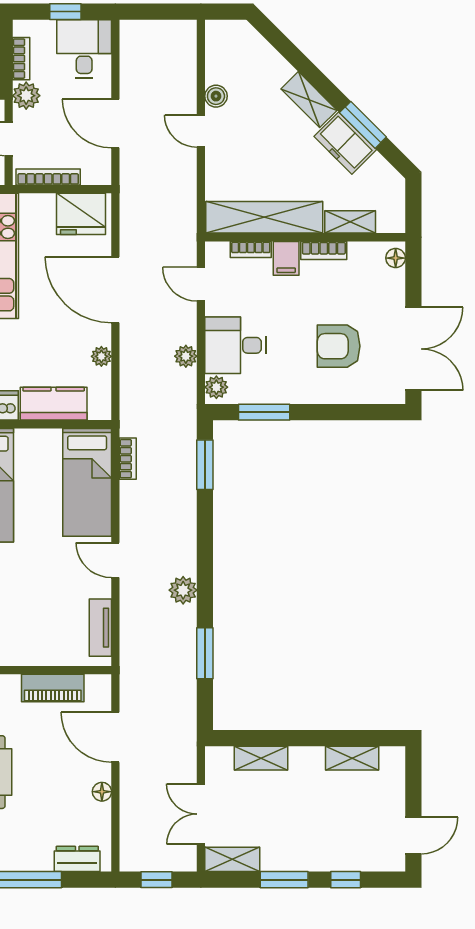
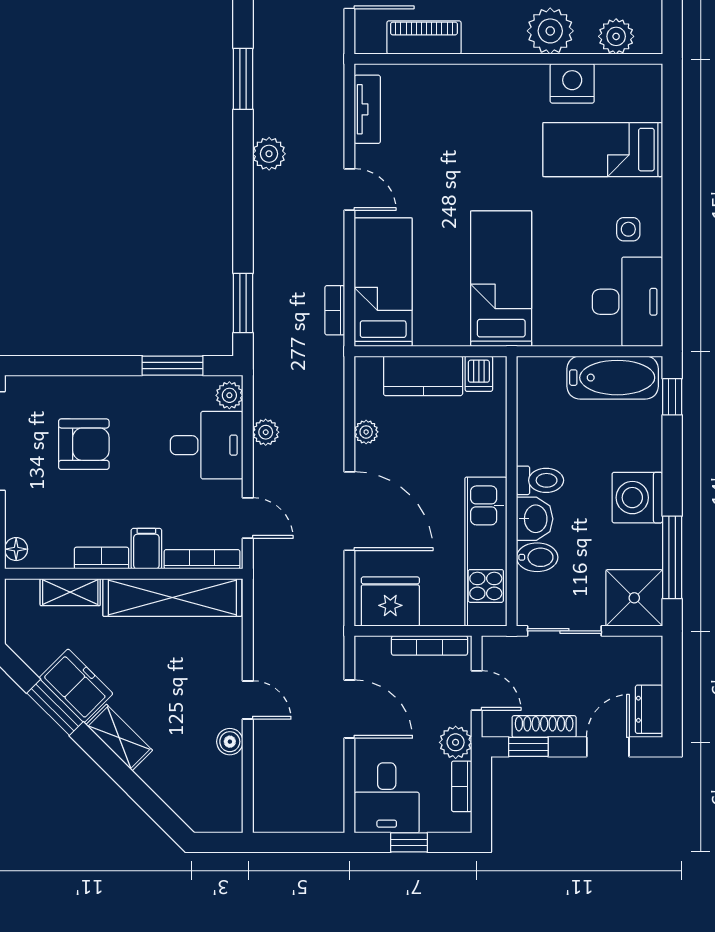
bookcase: (251, 249) -> (202, 559), width x1.56

